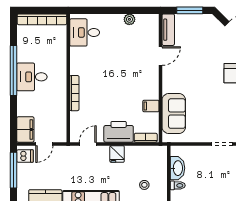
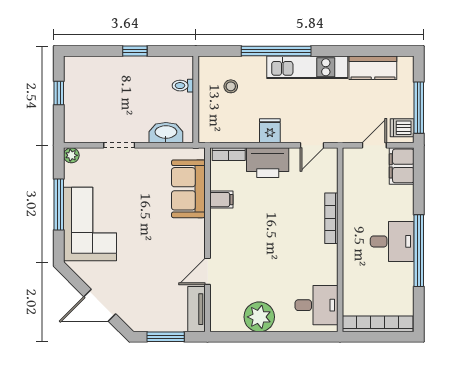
plant: (129, 19) -> (259, 317), width x1.87, depth x1.87
washbasin: (177, 168) -> (166, 133), moved, turned 90

